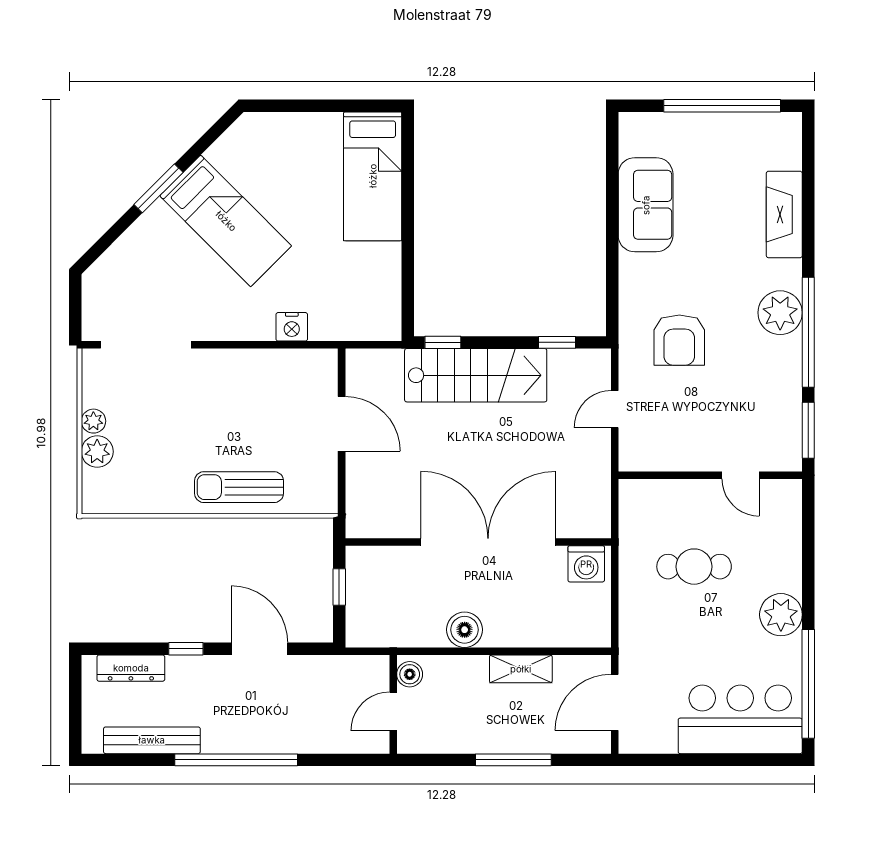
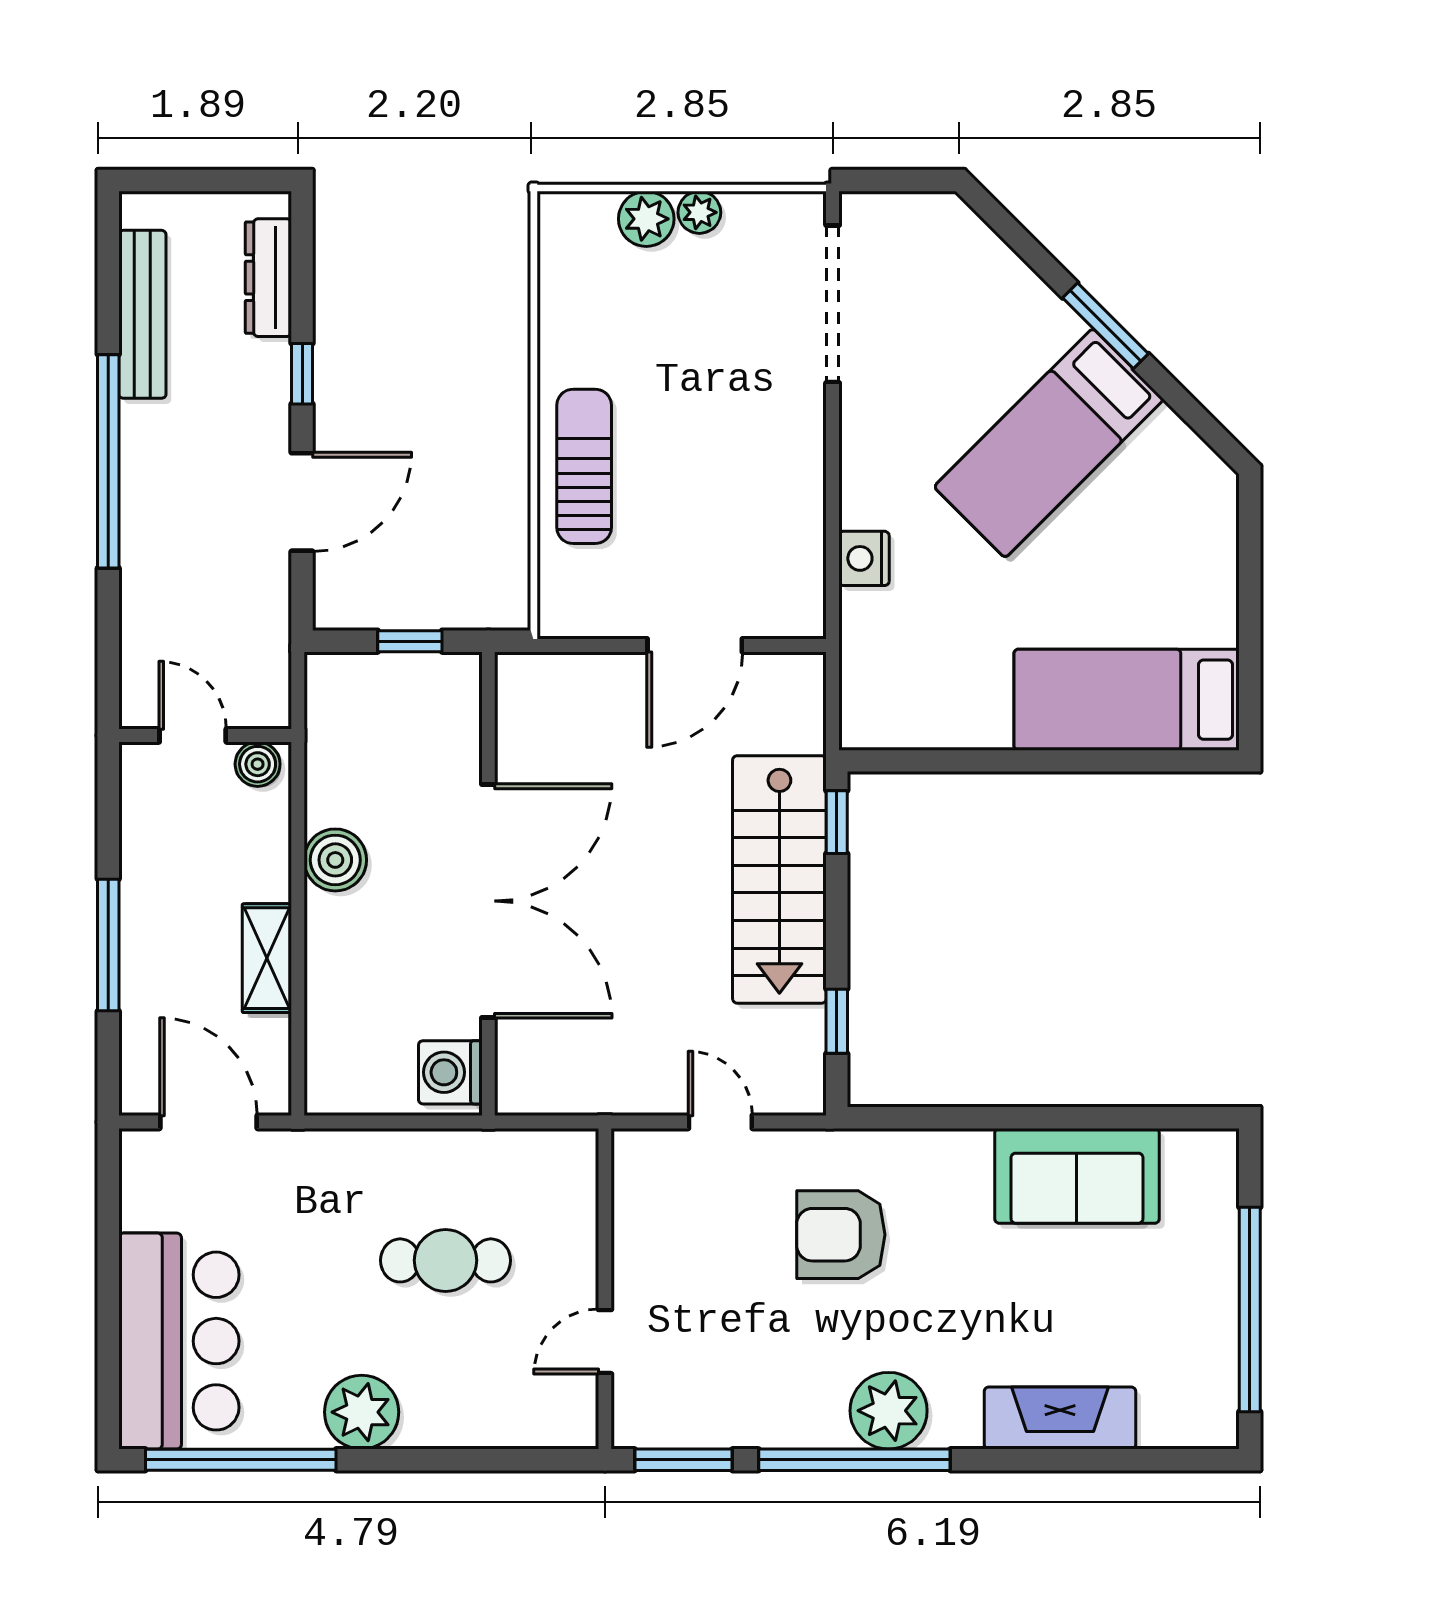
cafe table: (694, 567) -> (446, 1260), turned 90

